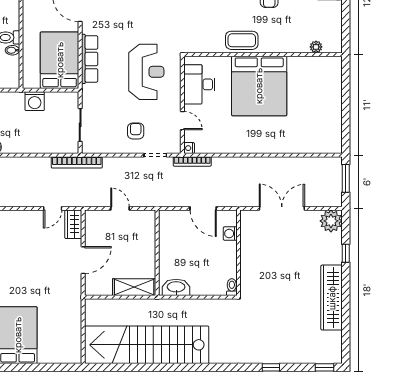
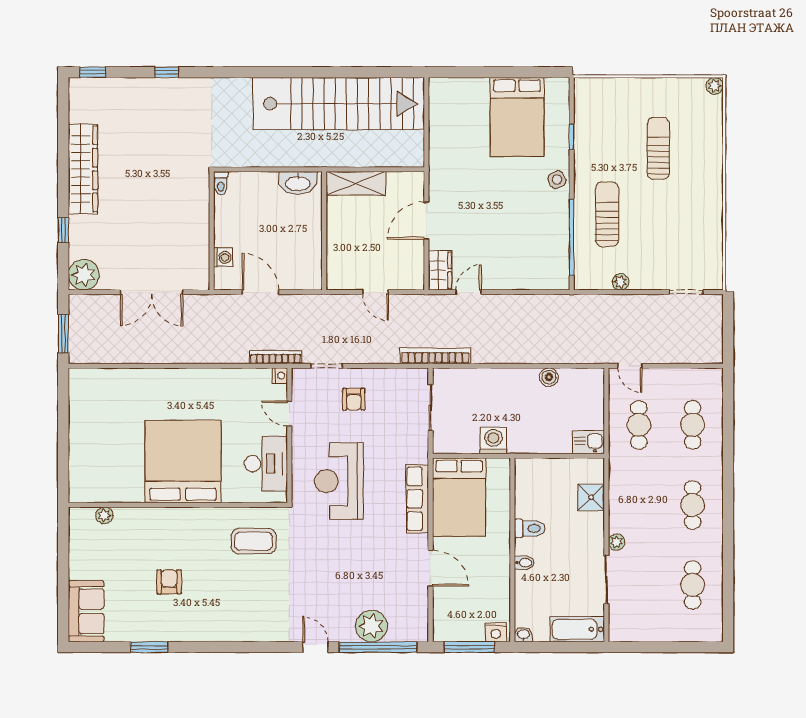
coffee table: (242, 40) -> (254, 541), moved
bidet: (12, 50) -> (524, 563), moved

